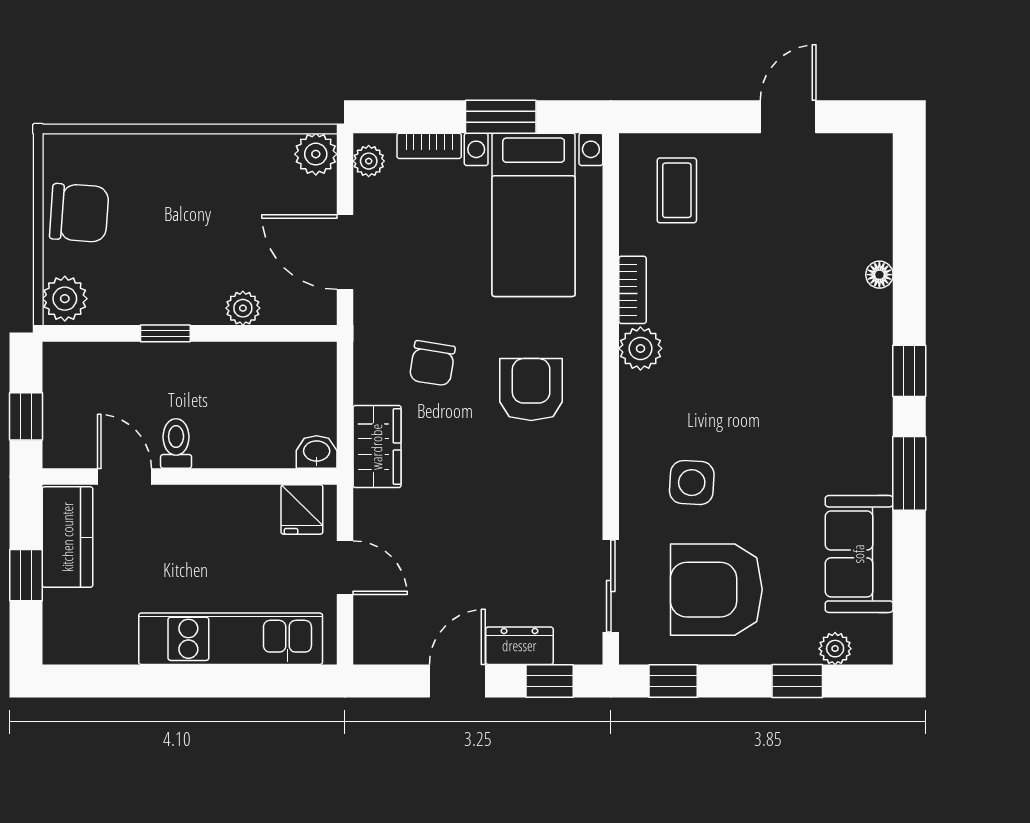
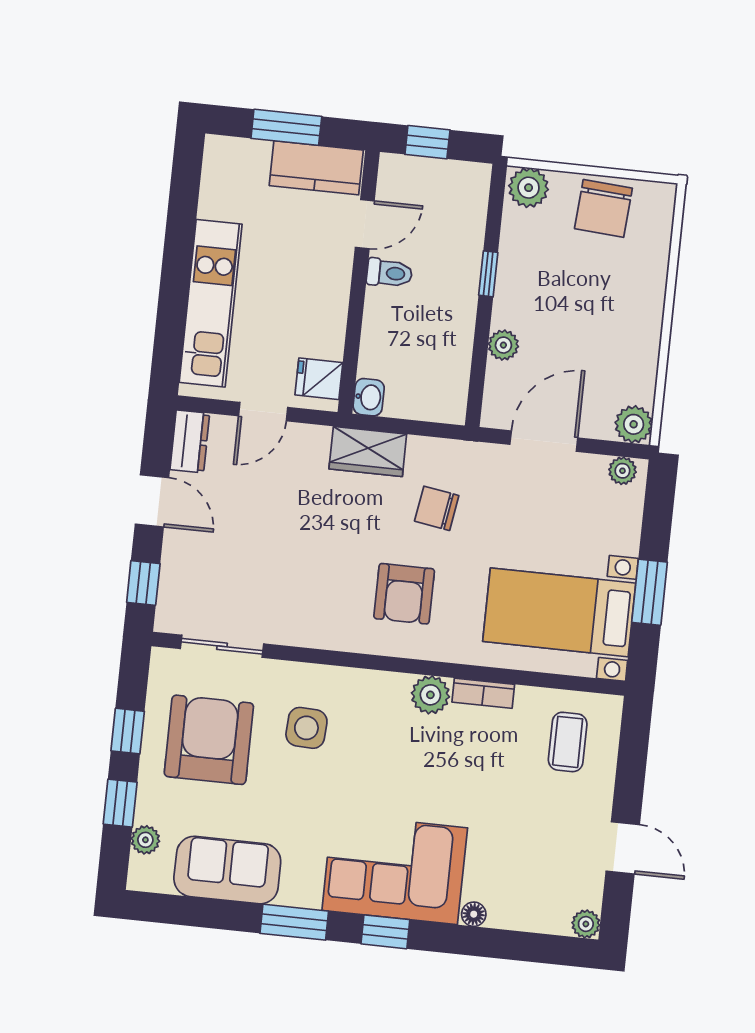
bookcase: (429, 146) -> (630, 526), removed
plant: (877, 149) -> (586, 924), added
coffee table: (677, 190) -> (568, 742), turned 90
corner sofa: (839, 368) -> (395, 869), added
armchair: (531, 390) -> (404, 594), turned 90
window: (26, 575) -> (286, 127), width x1.50
dresser: (519, 646) -> (190, 441), moved
window: (673, 681) -> (128, 731), moved

